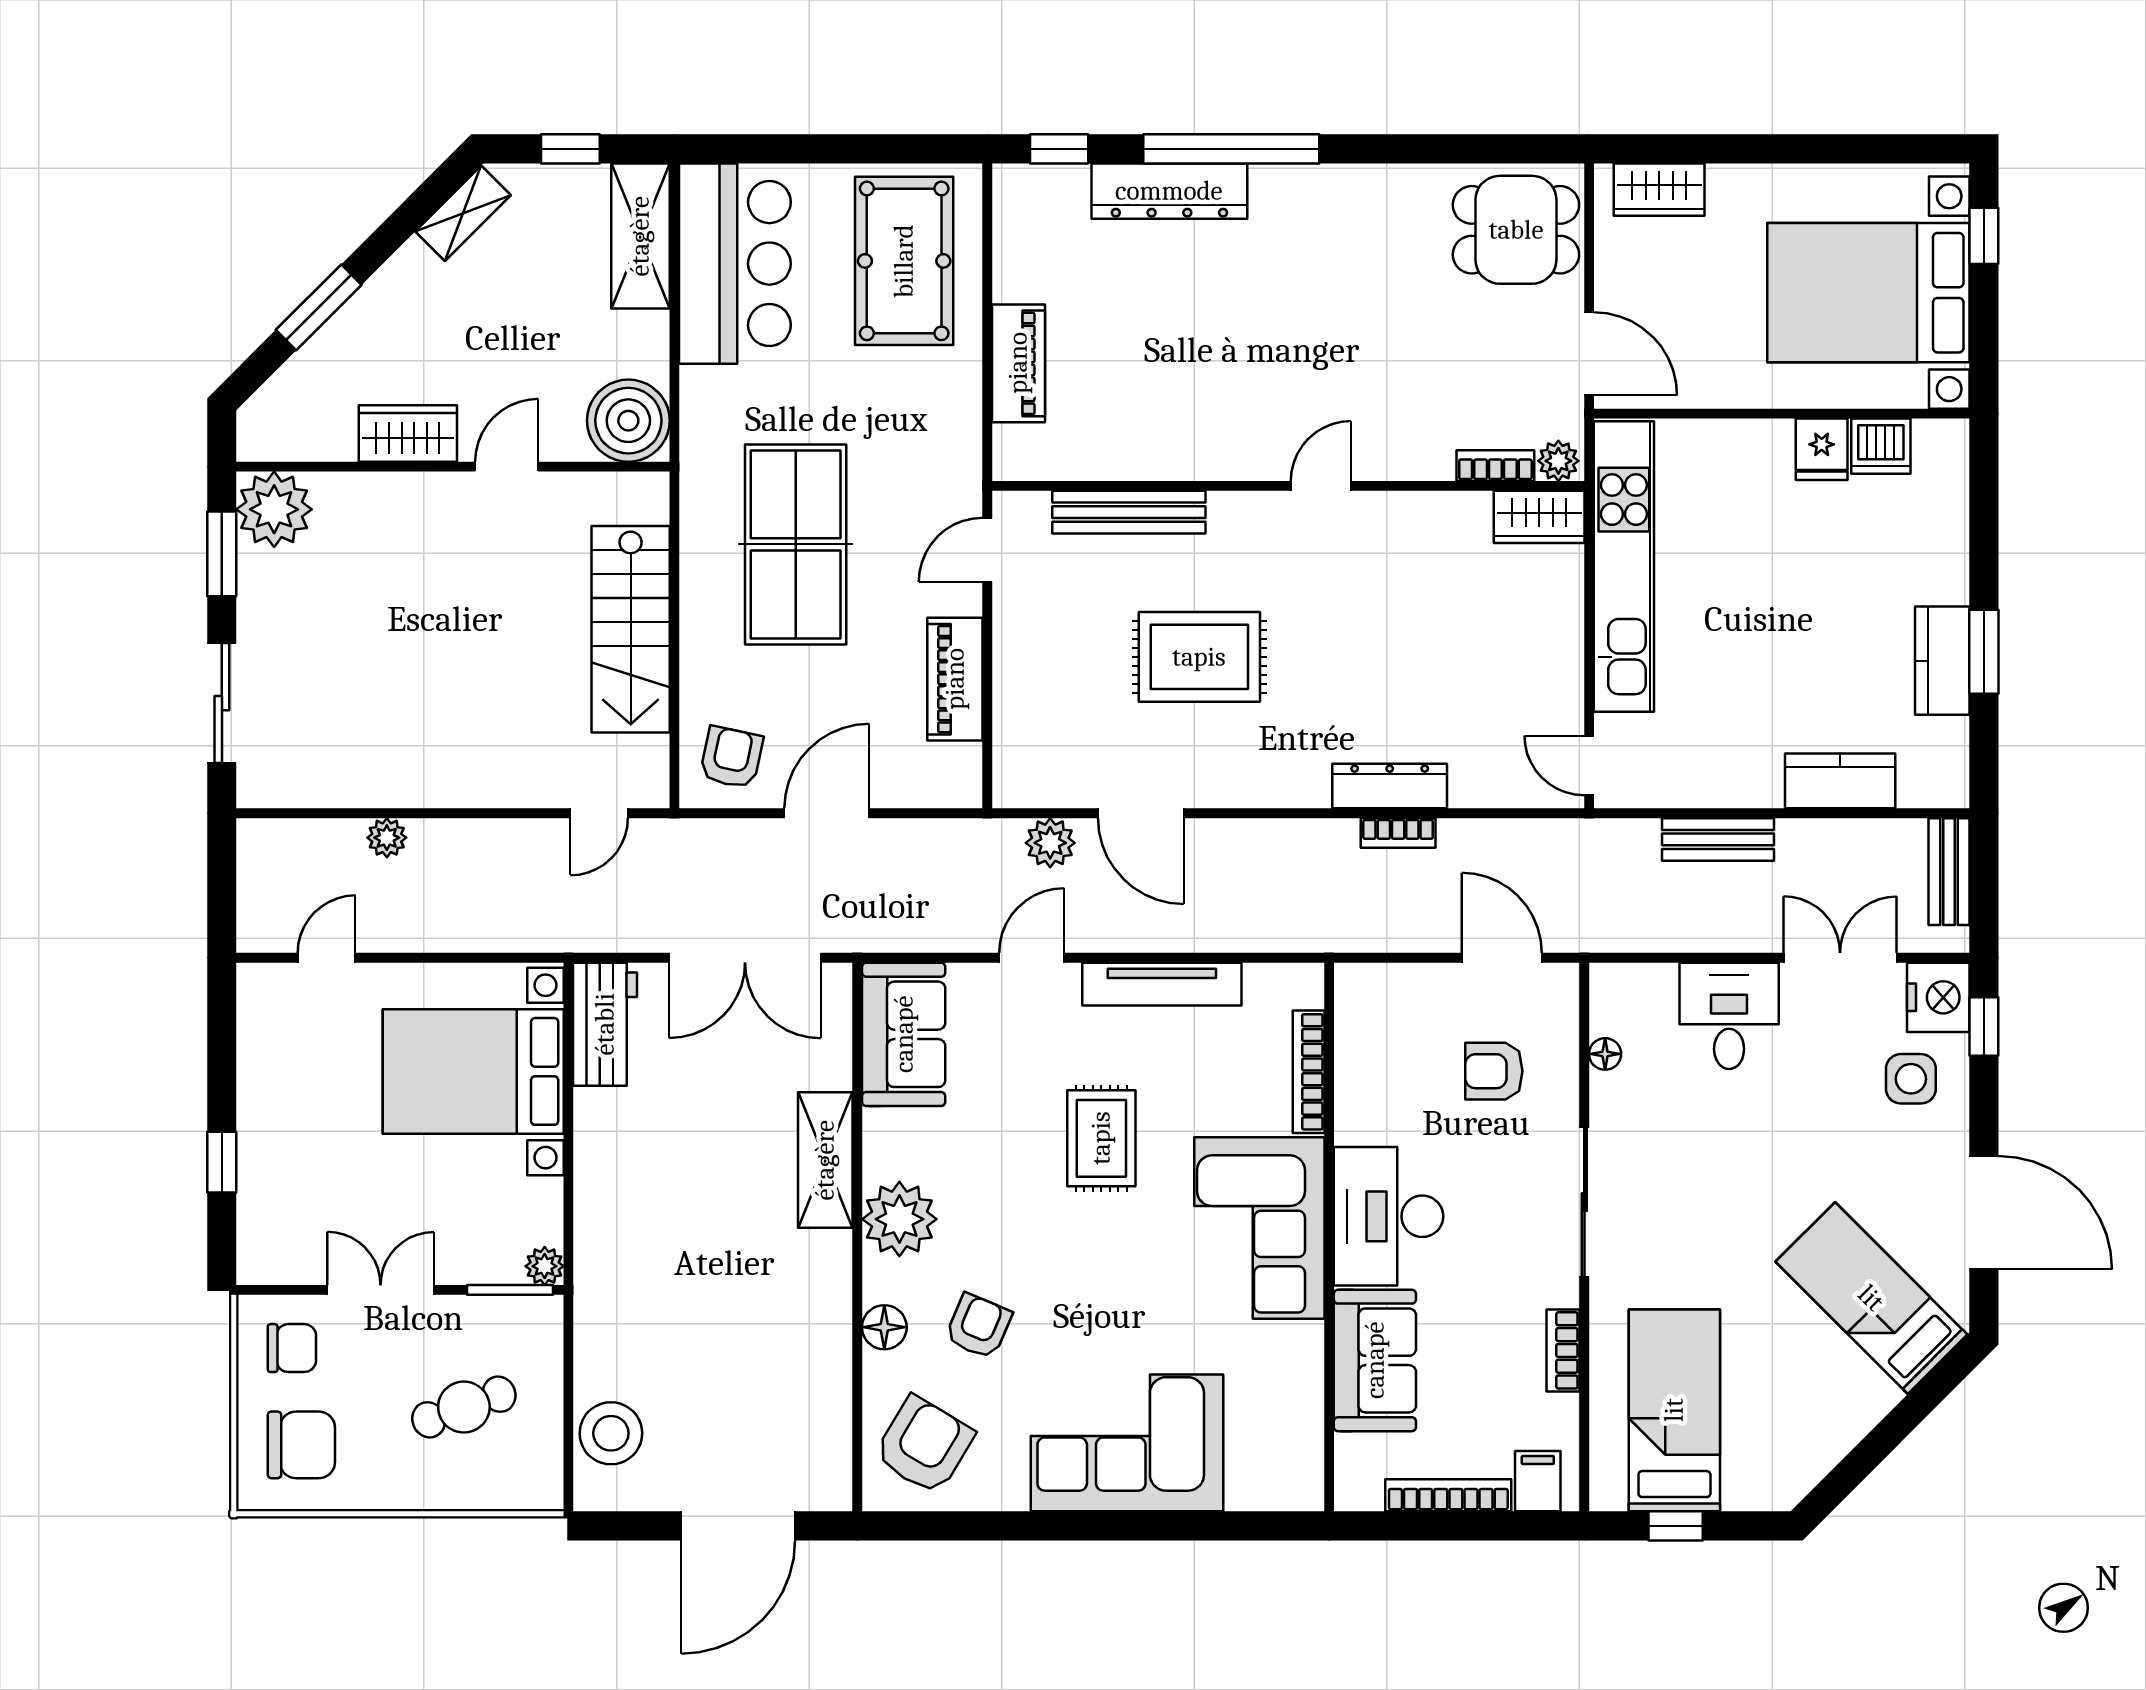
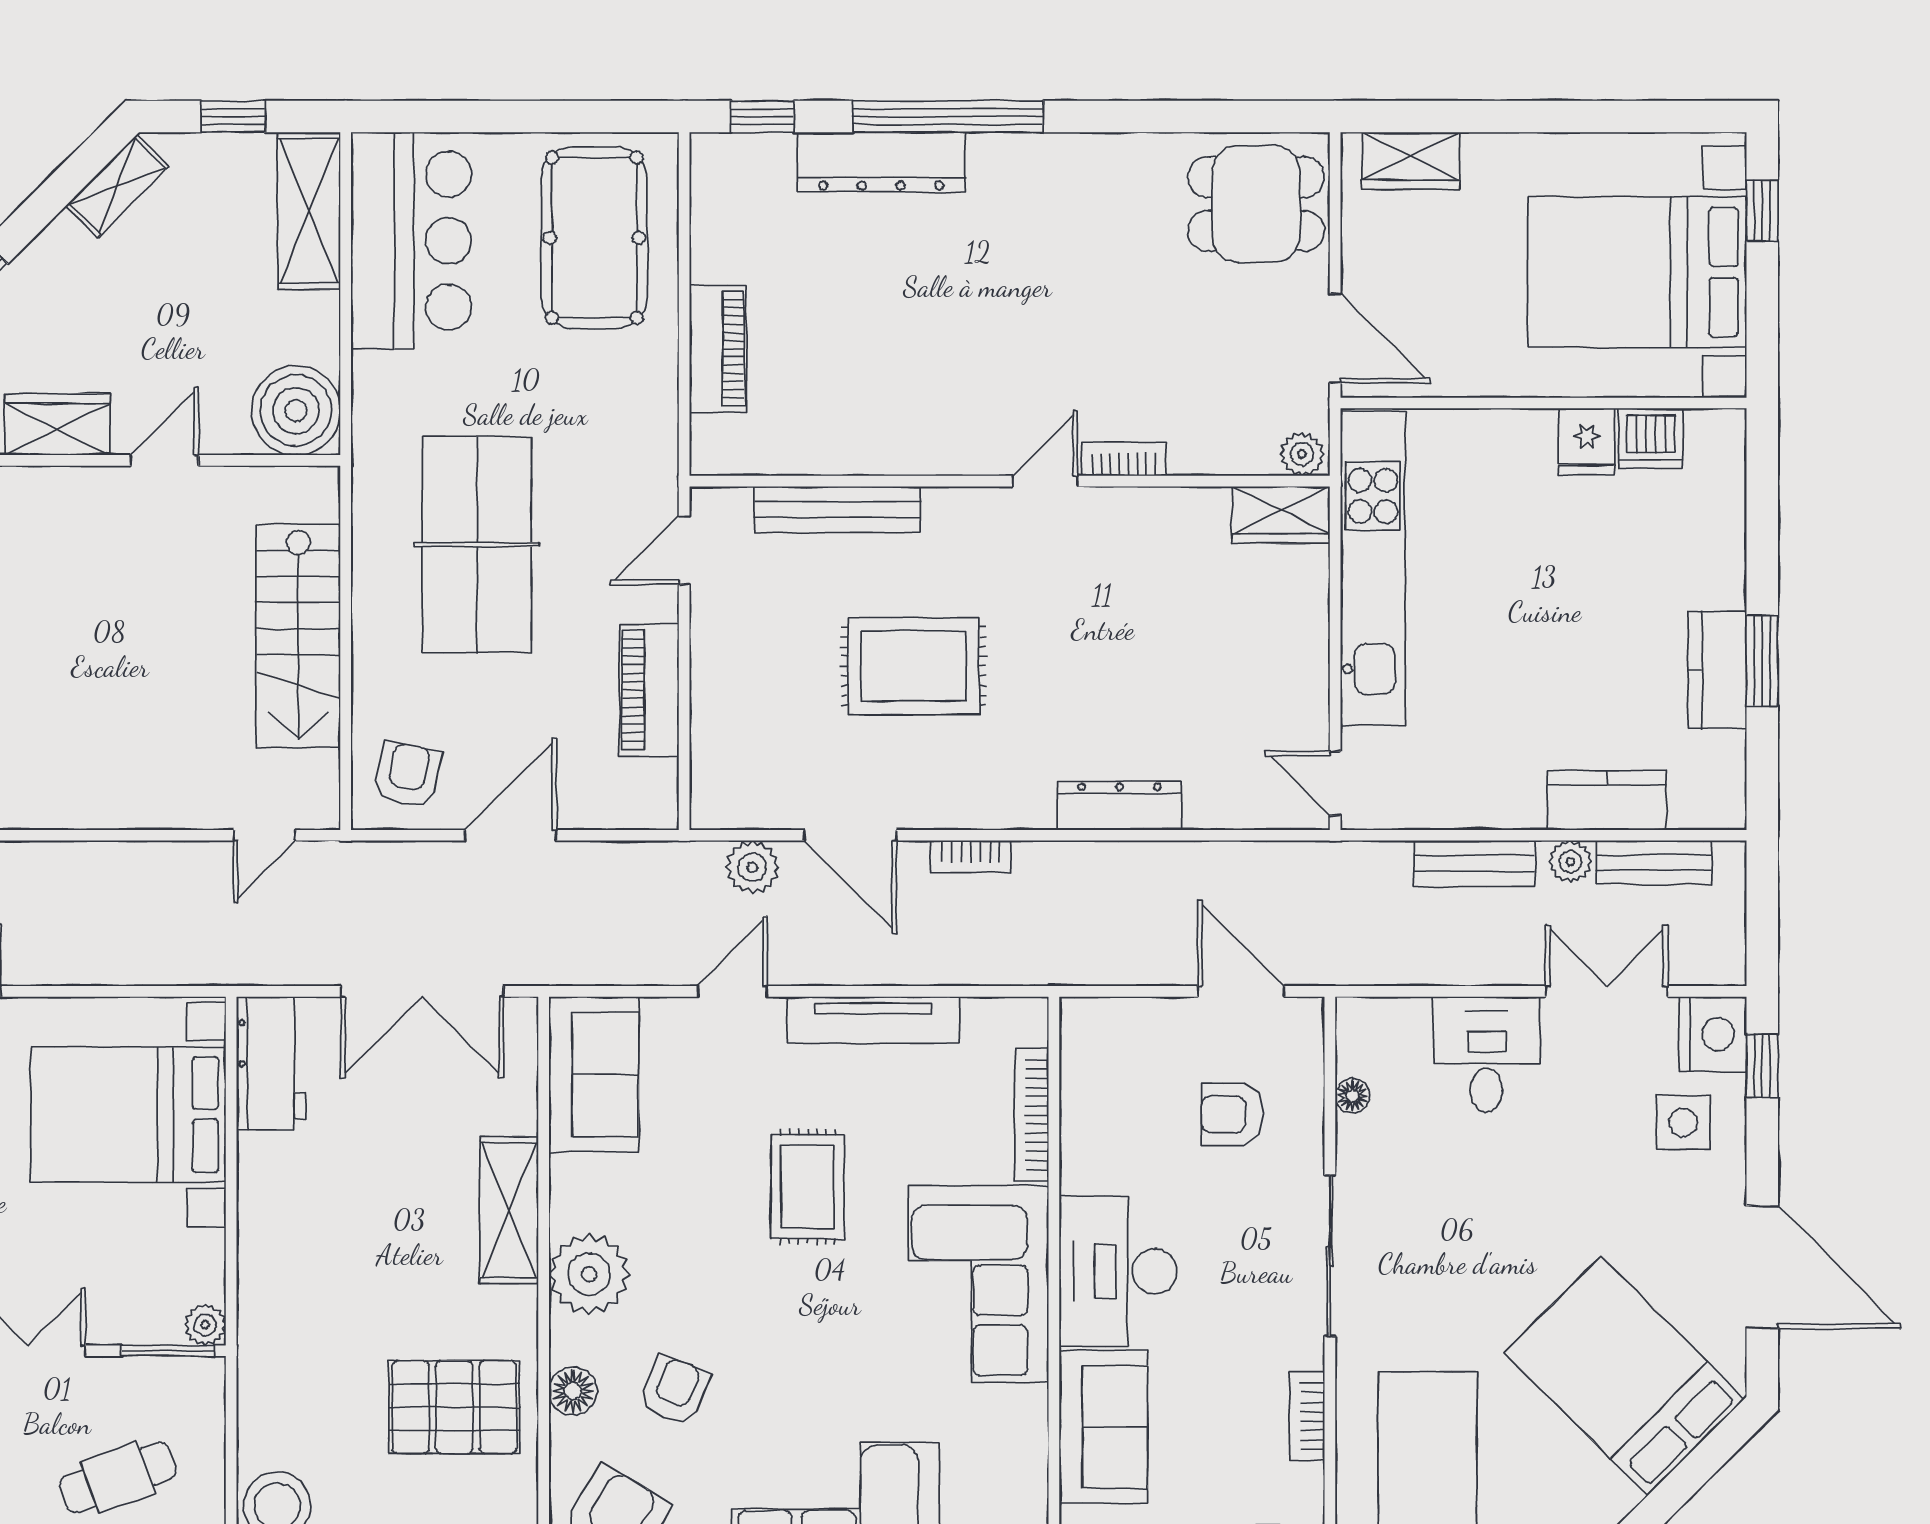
bookcase: (1495, 466) -> (1124, 459), moved
bookcase: (1398, 833) -> (971, 857), moved
plant: (387, 838) -> (1570, 862), moved
bench: (1949, 872) -> (1654, 863), moved, turned 90
bed: (1871, 1298) -> (1624, 1376), width x1.50
pallet: (775, 1342) -> (454, 1407), added

